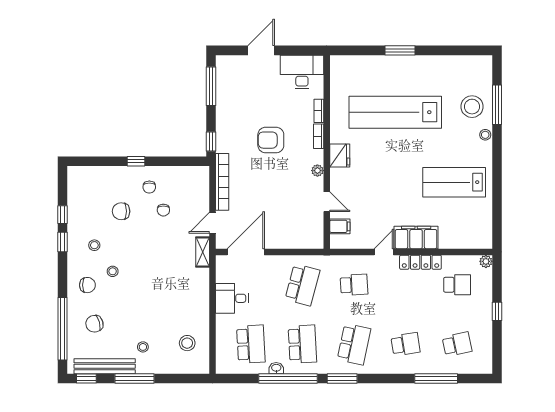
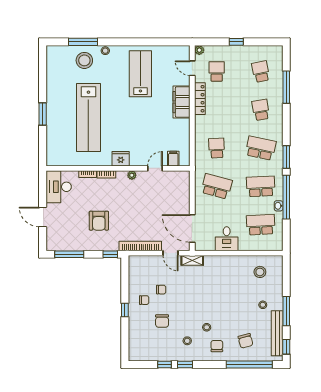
armchair: (271, 140) -> (99, 221), moved
lab bench: (454, 182) -> (140, 74), turned 180
door: (384, 252) -> (192, 68), moved

